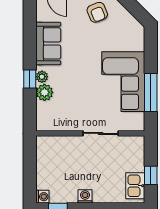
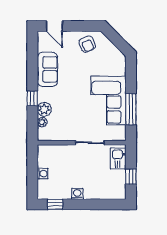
plant: (42, 77) -> (42, 122), moved
kitchen sink: (135, 186) -> (118, 159), moved
washing machine: (42, 197) -> (43, 174), moved

